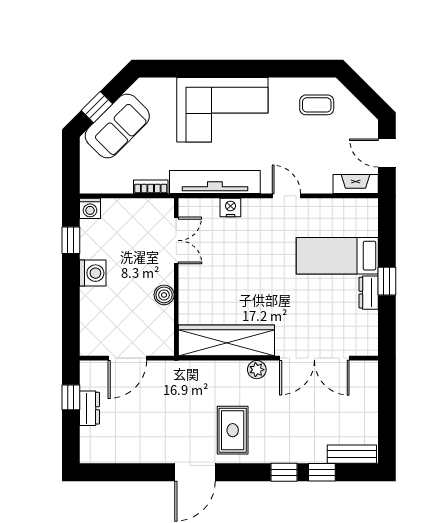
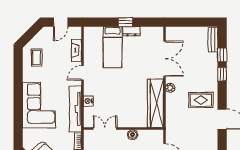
fireplace: (356, 184) -> (76, 50), moved

